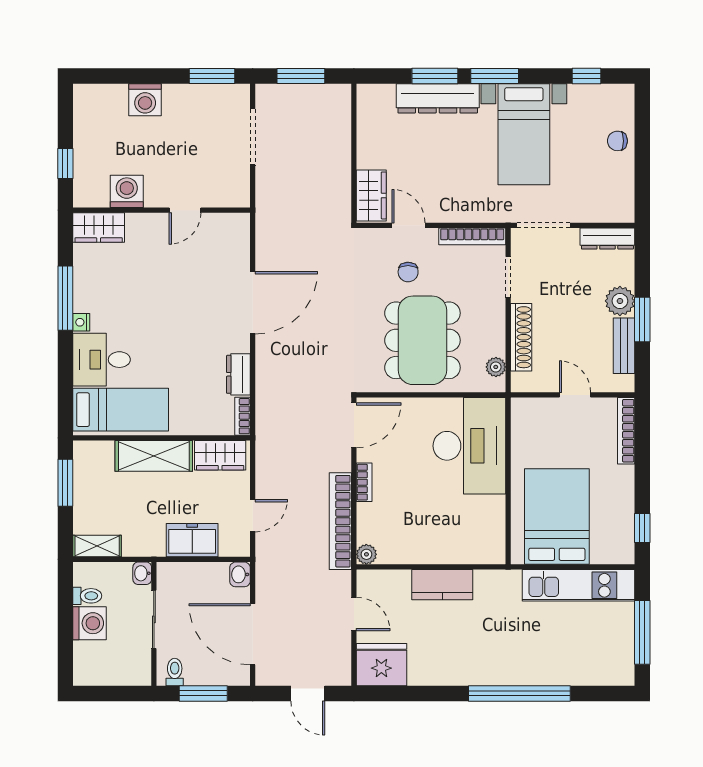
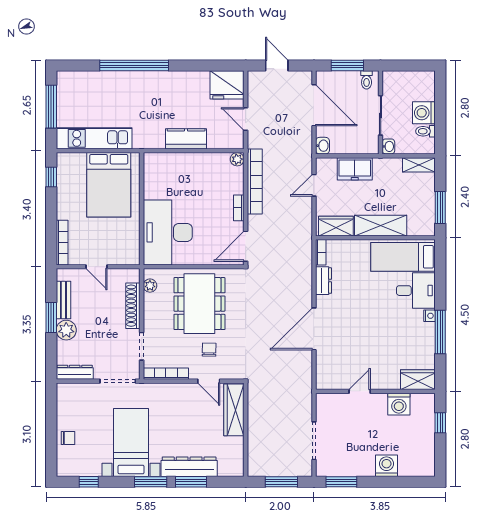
wardrobe: (371, 195) -> (234, 410), width x1.50

